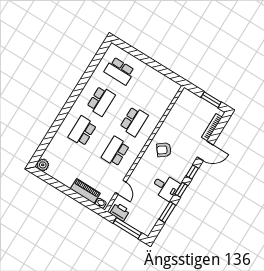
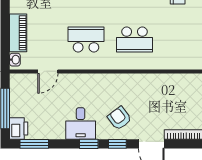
armchair: (164, 150) -> (119, 118), moved
printer: (120, 212) -> (19, 129), moved
window: (167, 212) -> (34, 144), moved

